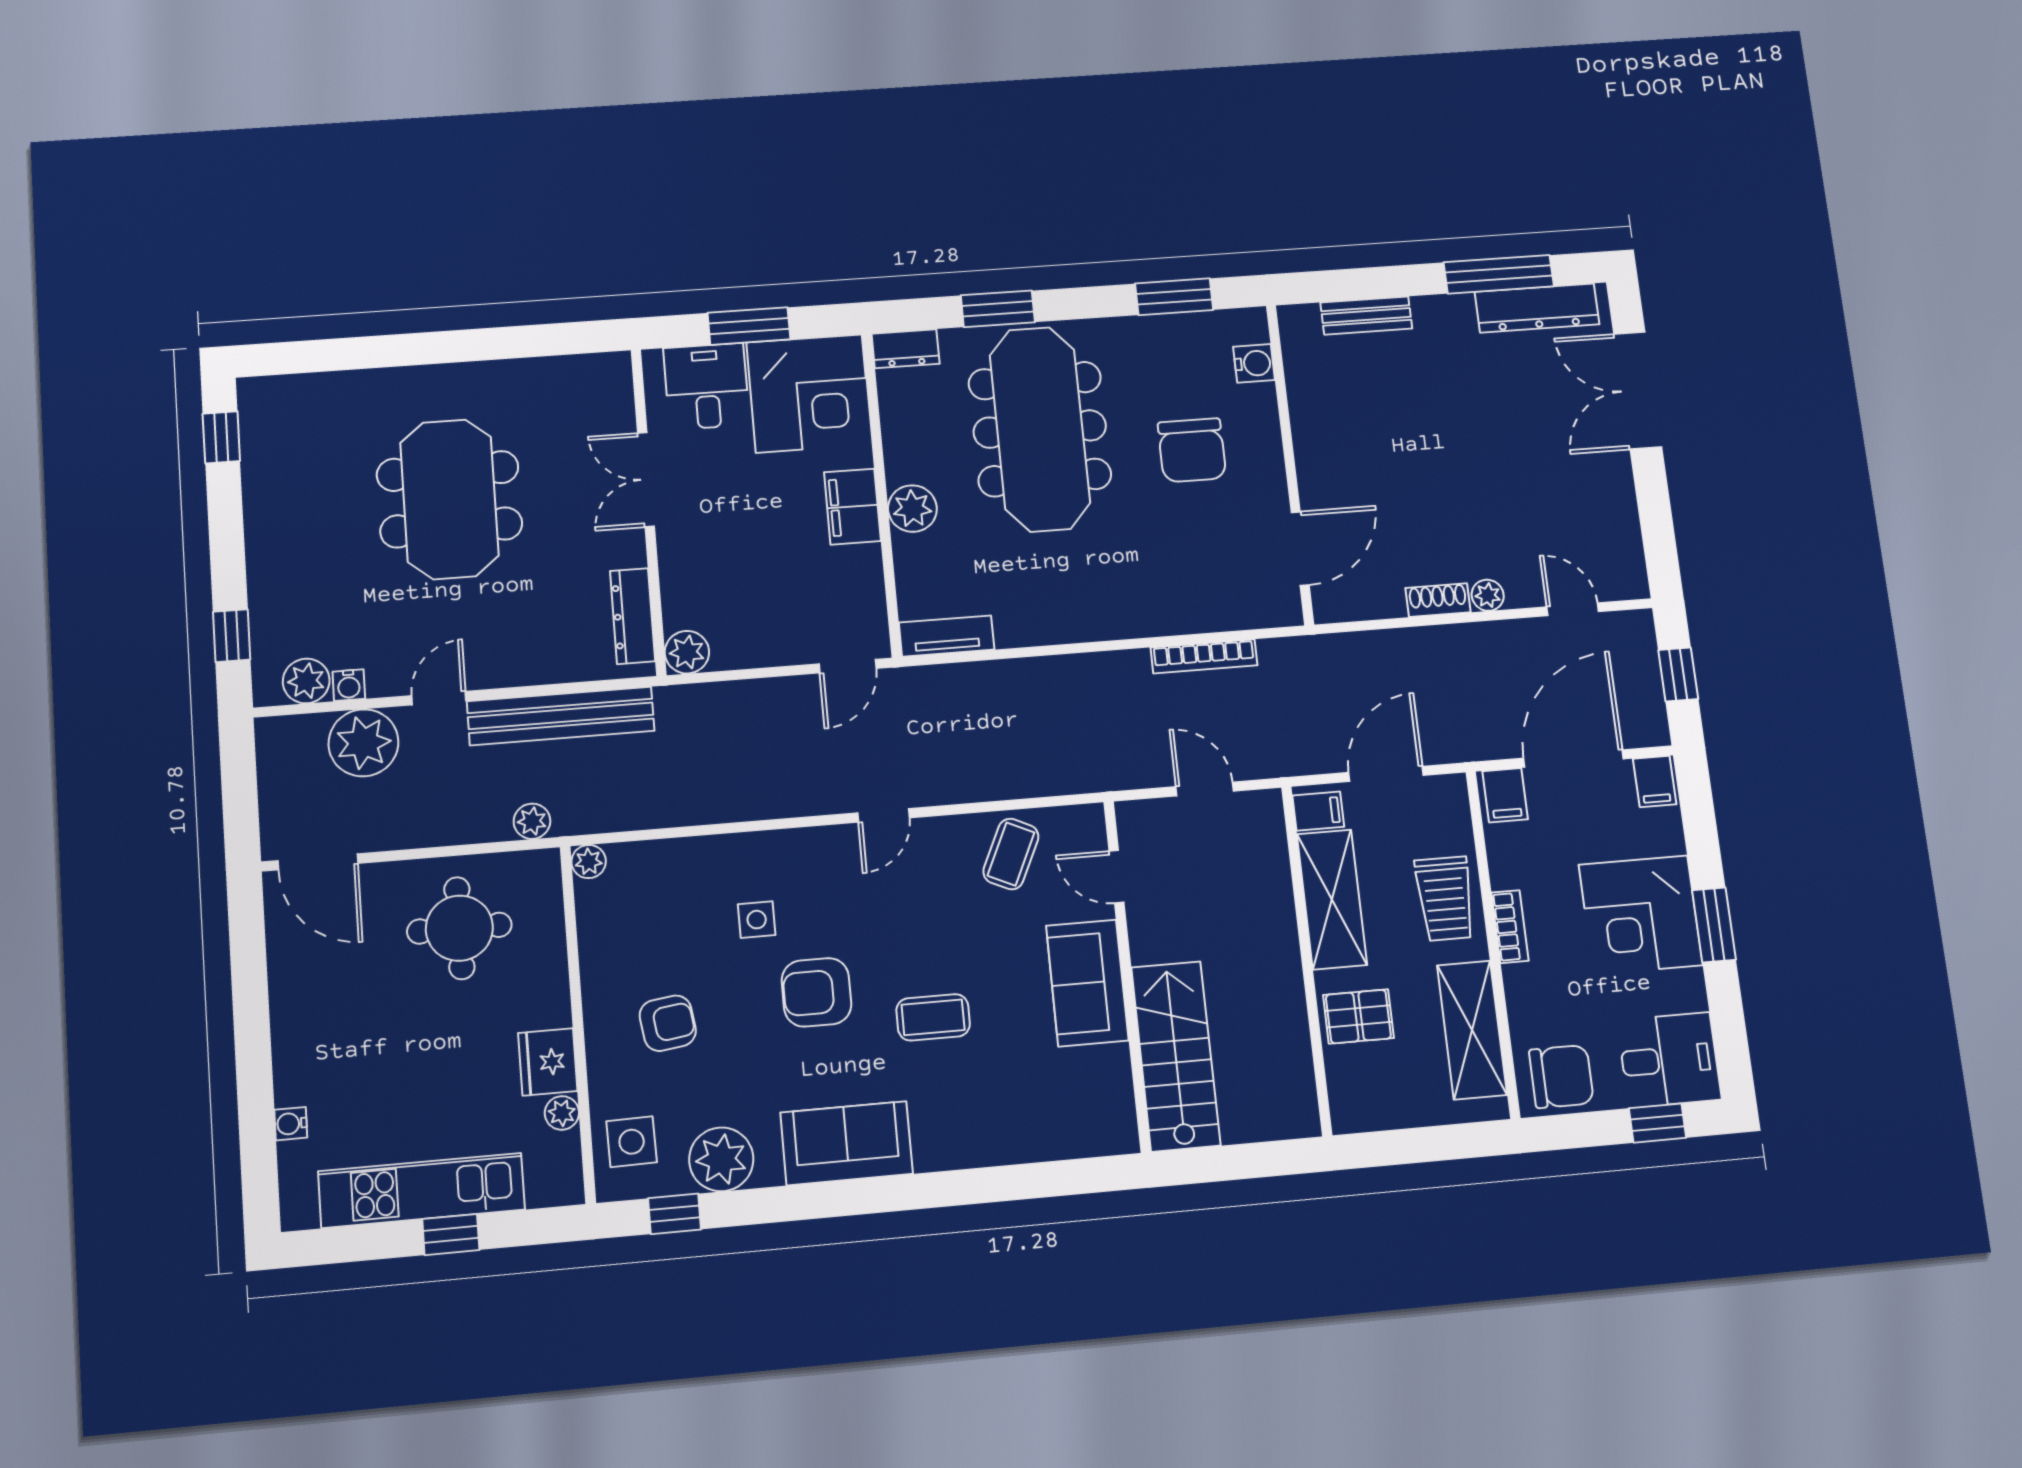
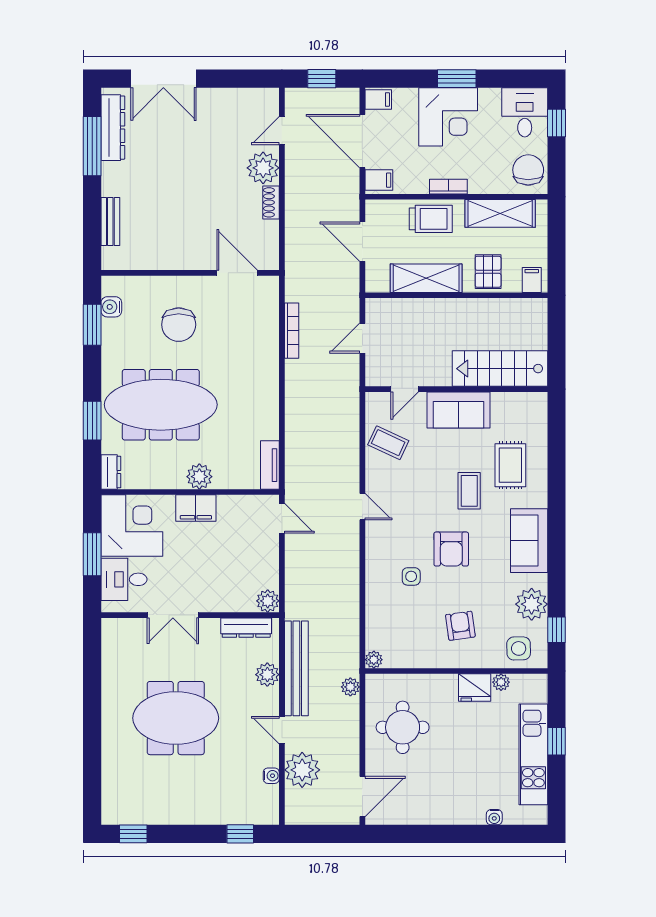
water cooler: (1254, 363) -> (111, 307), moved, turned -90
chair: (1192, 450) -> (179, 325), turned 90
plant: (1488, 595) -> (263, 168), width x1.88, depth x1.88
plant: (306, 681) -> (267, 675), moved
filing cabinet: (1318, 811) -> (532, 280), moved
rug: (991, 1093) -> (510, 465), added

